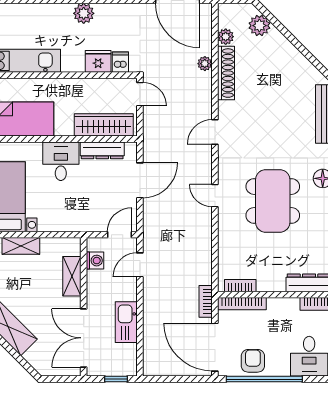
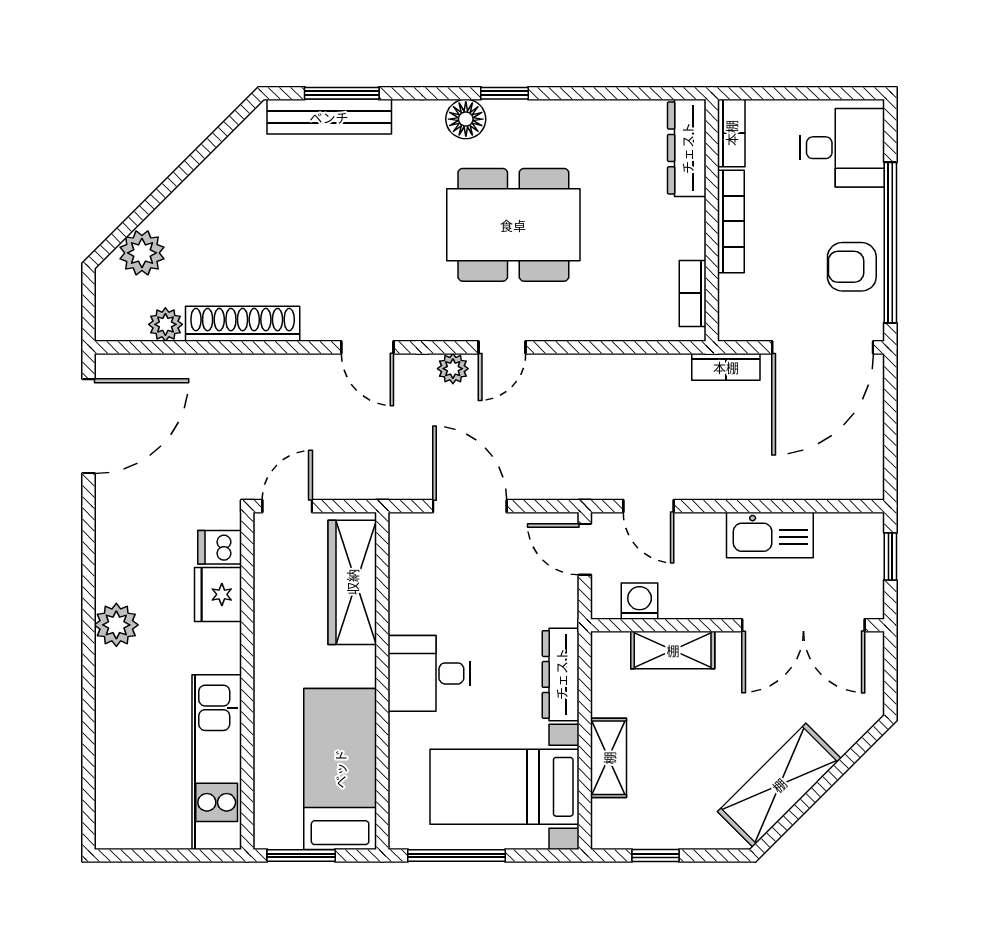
plant: (205, 64) -> (453, 369), moved
dresser: (102, 150) -> (561, 674), moved, turned 180
bookcase: (242, 304) -> (731, 221), moved

